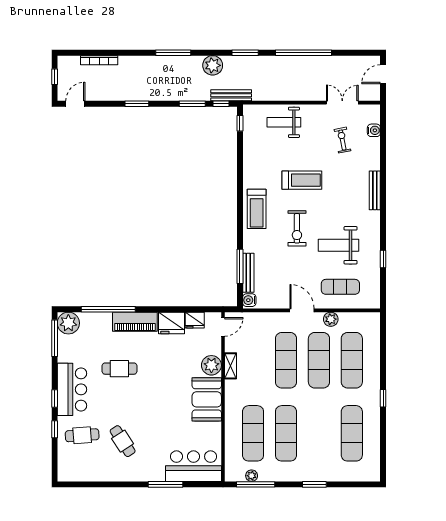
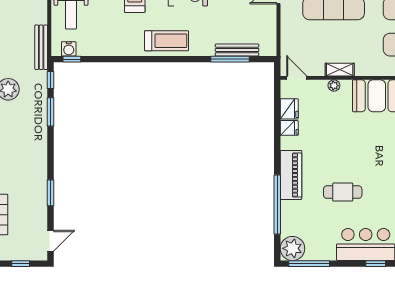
bench: (231, 95) -> (41, 47), moved
door: (75, 104) -> (51, 241), swing flipped
window: (137, 104) -> (51, 193), moved
water cooler: (249, 300) -> (69, 49), moved
fridge: (172, 323) -> (289, 128), width x0.53, depth x0.75
plant: (211, 365) -> (334, 86), width x0.53, depth x0.53
cafe table: (119, 369) -> (343, 192), turned 90

